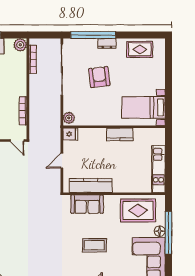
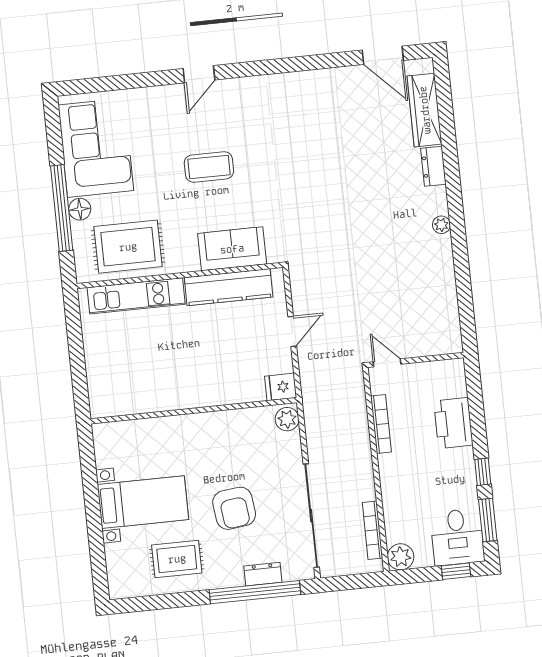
dresser: (107, 43) -> (263, 574), moved
rug: (140, 49) -> (177, 559), moved
bed with nightstands: (144, 107) -> (143, 502), moved
kitchen counter: (120, 134) -> (181, 397), removed
kitchen unit: (158, 169) -> (136, 296), moved, turned 90

